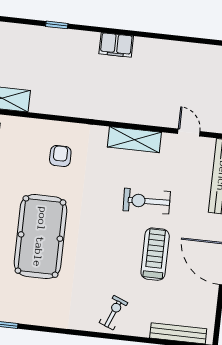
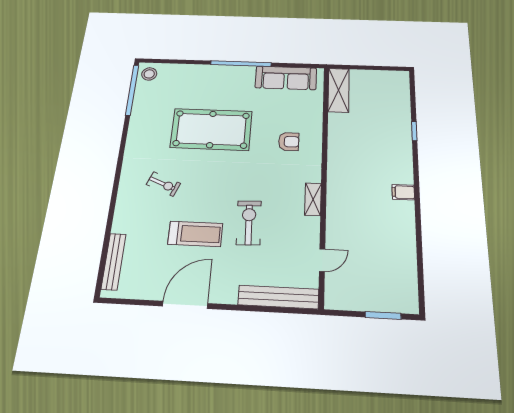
filing cabinet: (116, 45) -> (403, 192), width x0.50
shelving: (134, 140) -> (313, 199), width x0.67, depth x0.75
exercise bike: (113, 313) -> (163, 184), moved

